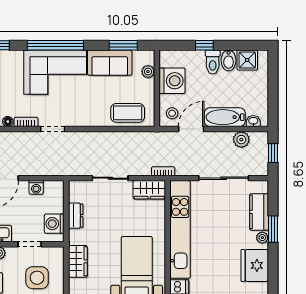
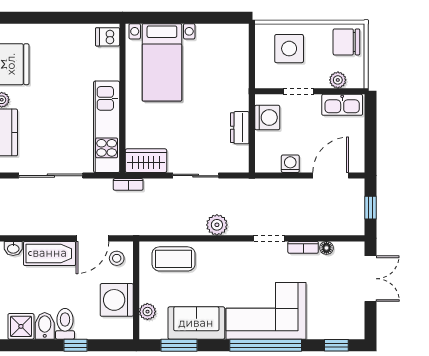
plant: (241, 140) -> (217, 225), moved
kitchen unit: (180, 229) -> (107, 127), width x0.73
wardrobe: (78, 261) -> (237, 69), removed

